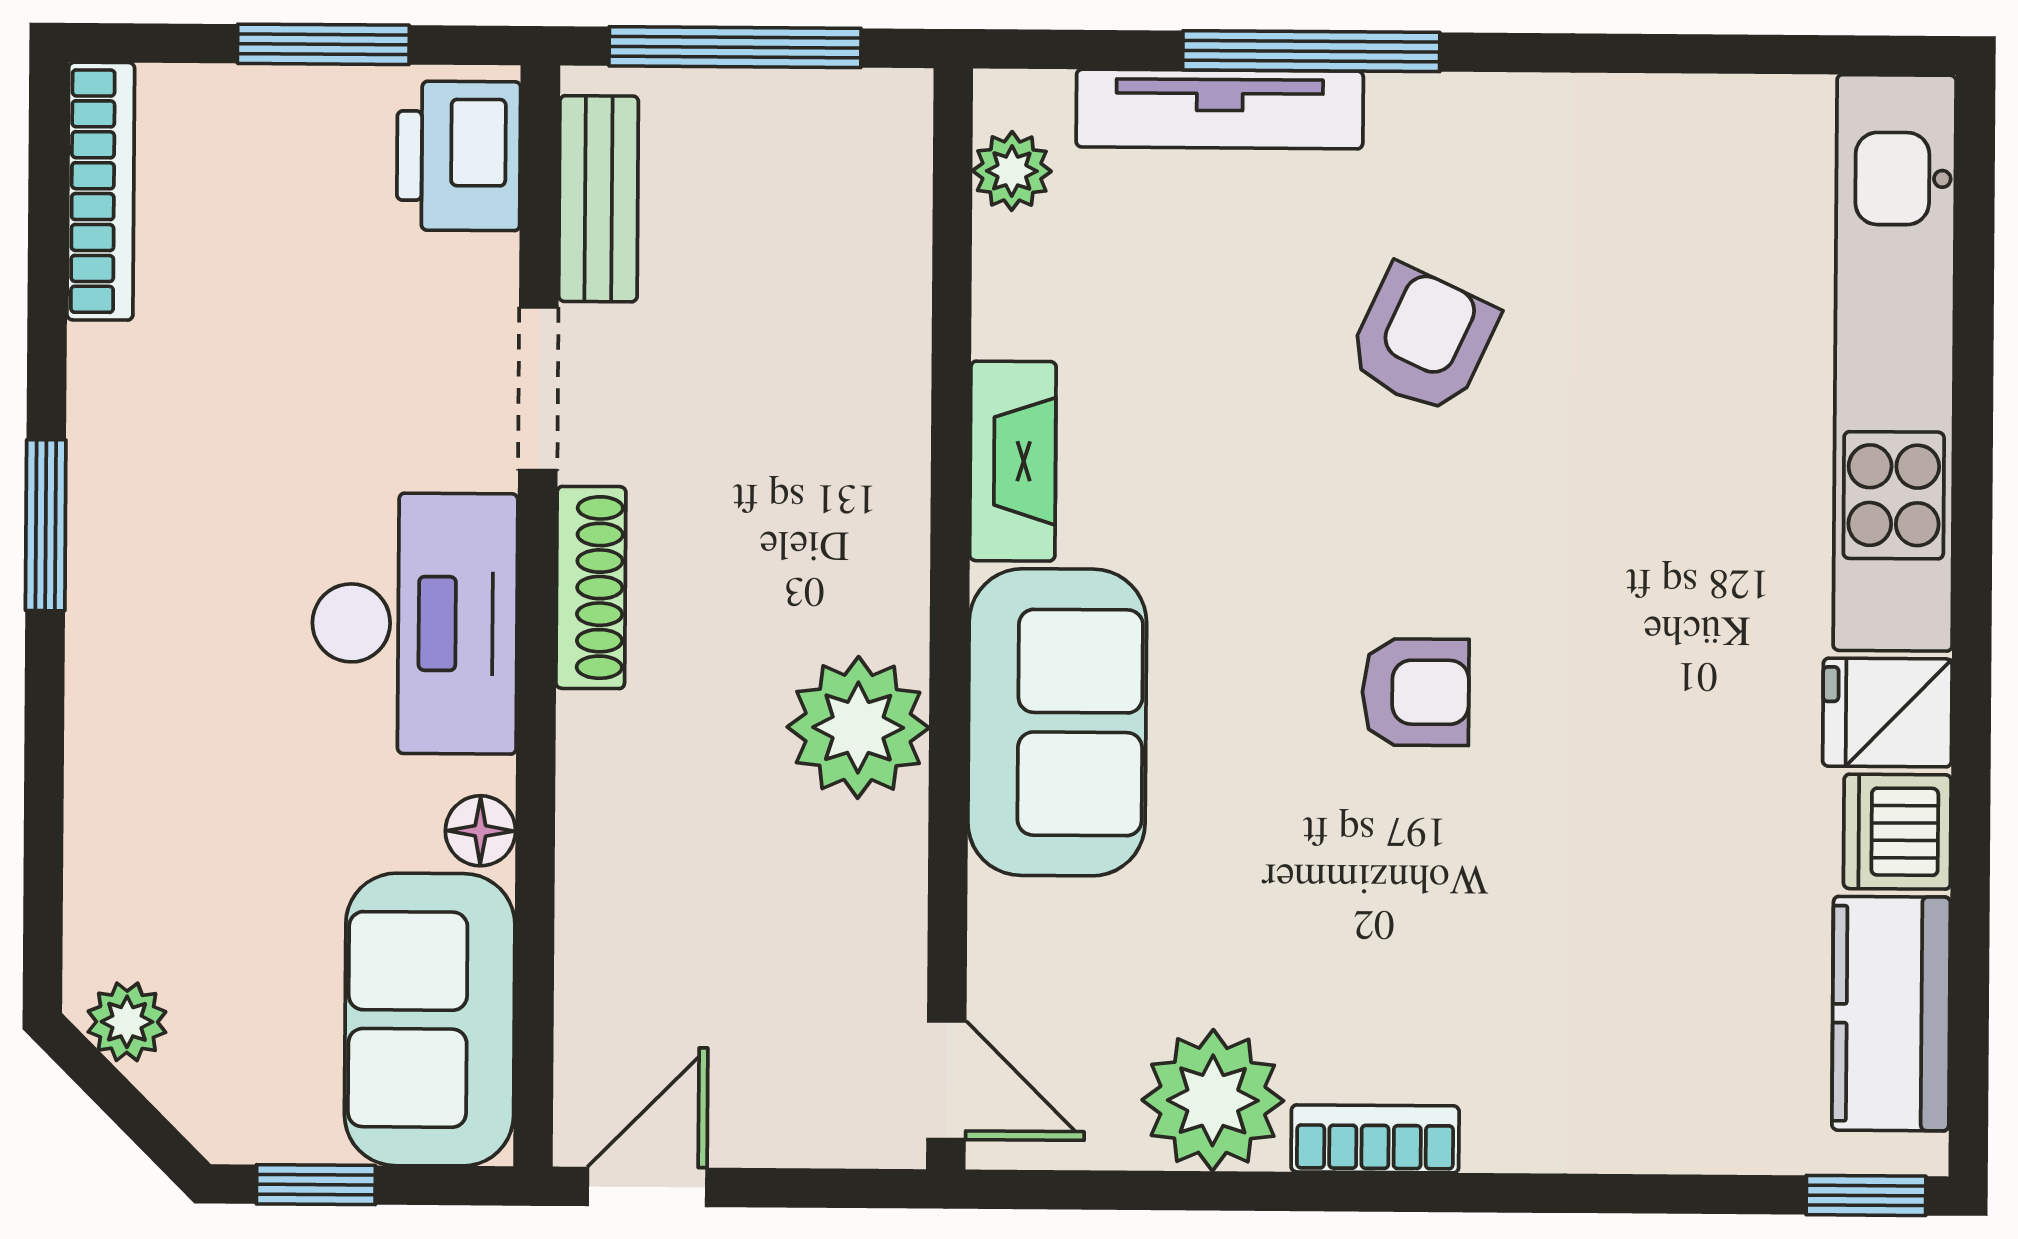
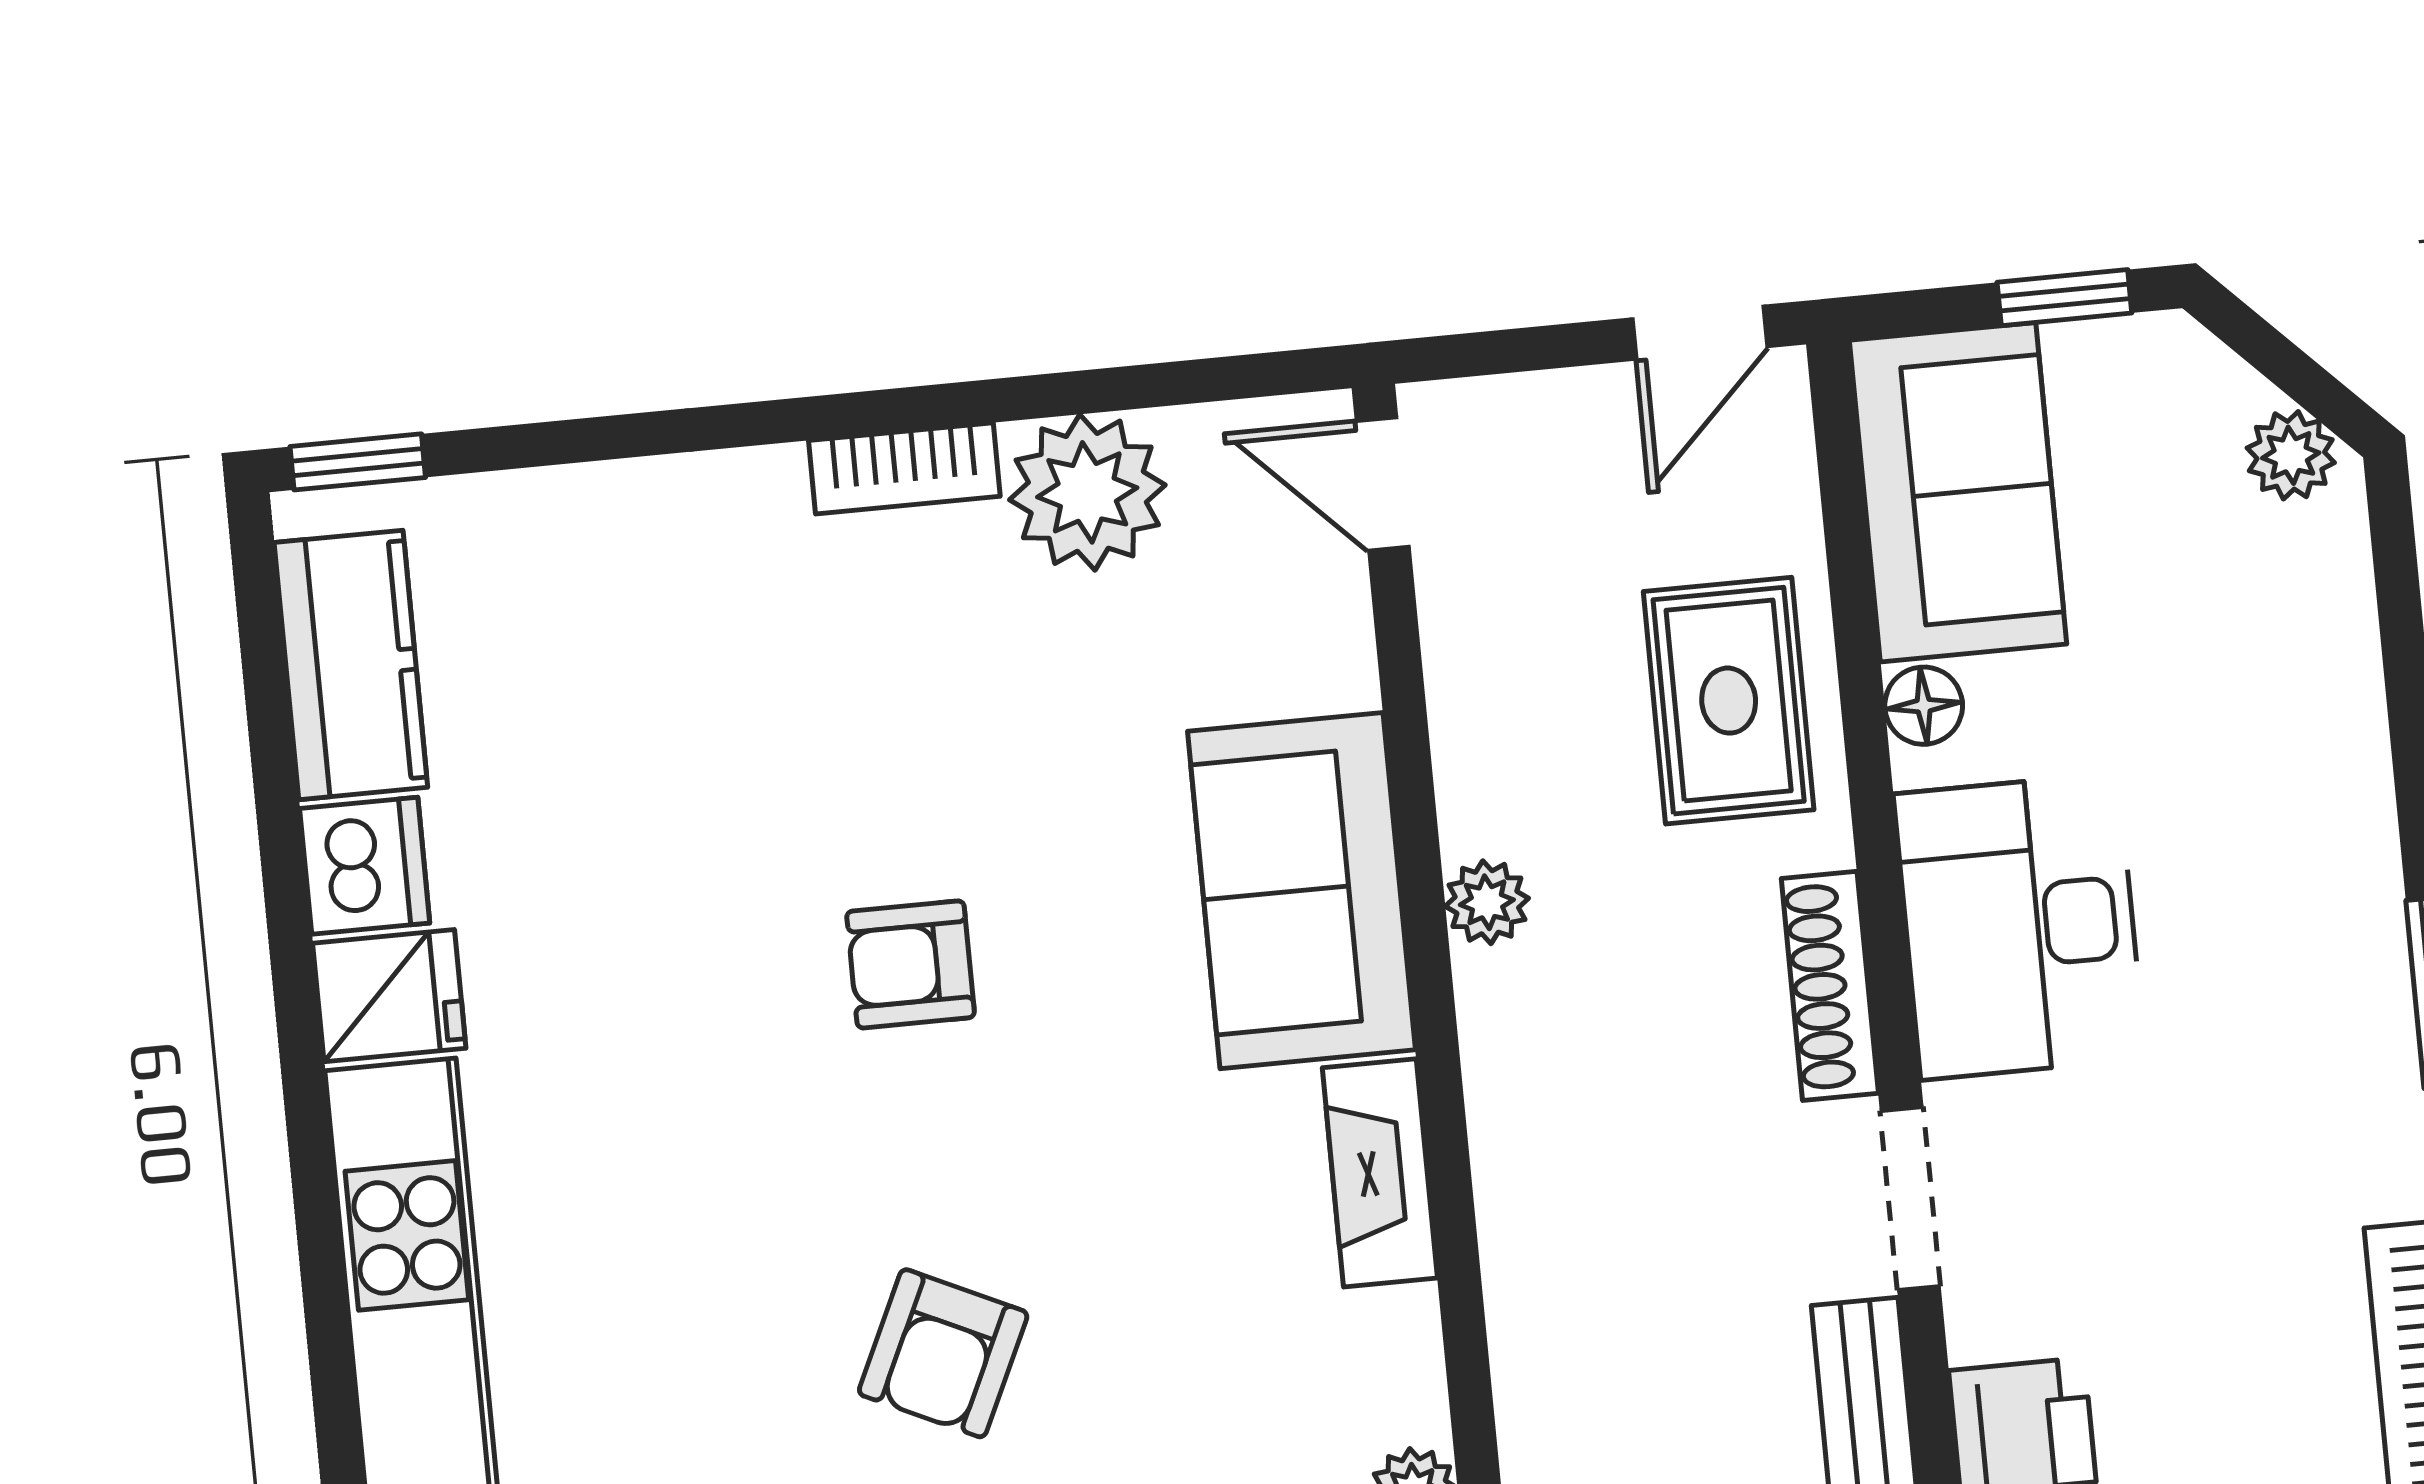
plant: (858, 727) -> (1487, 902), width x0.53, depth x0.53
rug: (655, 853) -> (1729, 701), added

